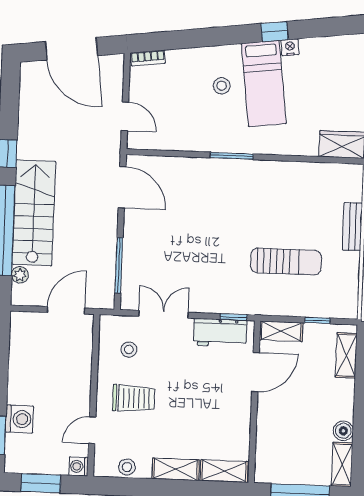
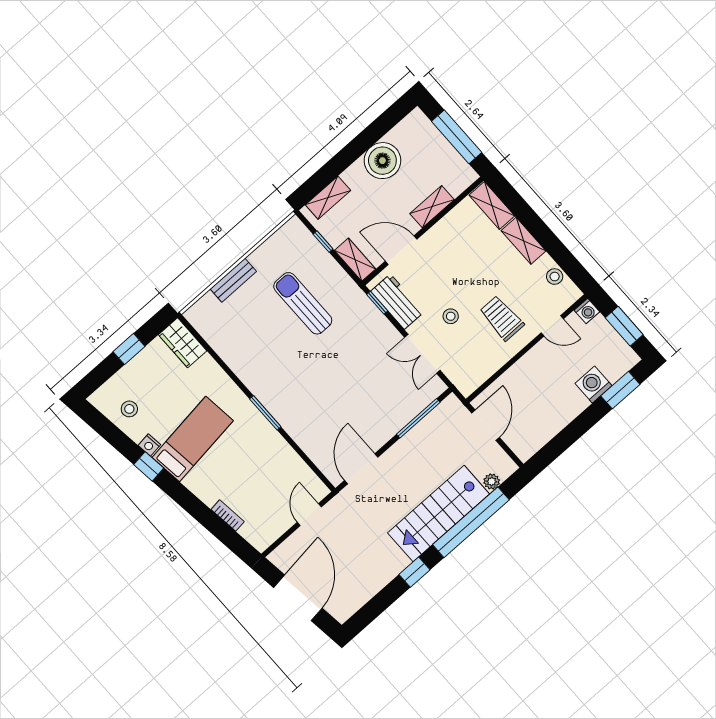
bookcase: (148, 58) -> (228, 516), moved
stool: (222, 86) -> (129, 409), moved
door: (66, 310) -> (486, 425), swing flipped
stool: (129, 350) -> (451, 316), moved
boiler: (343, 431) -> (382, 161), width x1.86, depth x1.86
shelving: (342, 464) -> (432, 207), moved

